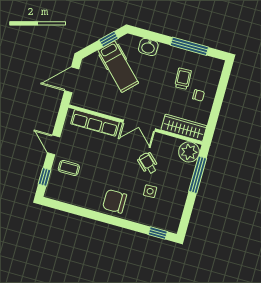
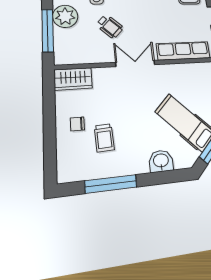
wardrobe: (184, 128) -> (73, 79), width x0.67
plant: (189, 152) -> (65, 16), moved

